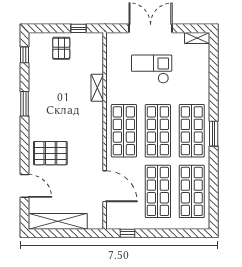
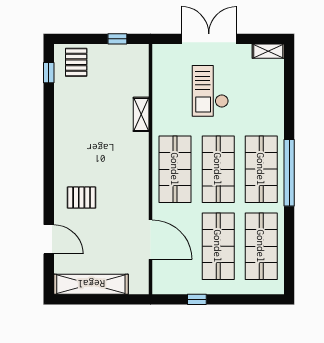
pallet: (61, 48) -> (76, 62), moved
checkout: (152, 69) -> (210, 91), turned -90
window: (25, 104) -> (49, 135), removed
window: (214, 134) -> (289, 173), width x2.11
pallet: (50, 153) -> (82, 198), width x0.67, depth x0.71
window: (127, 233) -> (197, 299), moved

